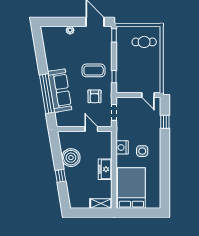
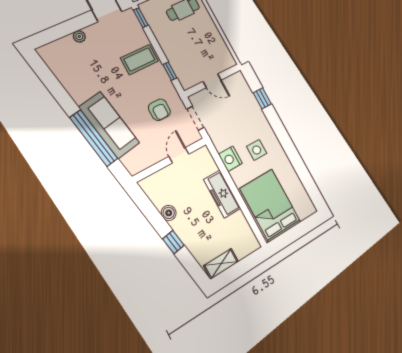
coffee table: (94, 70) -> (139, 60), moved
door: (148, 95) -> (212, 81), moved
door: (91, 129) -> (179, 155), hinge flipped
boiler: (71, 158) -> (169, 213), width x0.54, depth x0.54
freezer: (105, 169) -> (222, 194), width x1.40
shelving: (101, 203) -> (221, 264), moved

